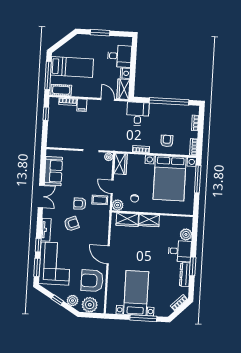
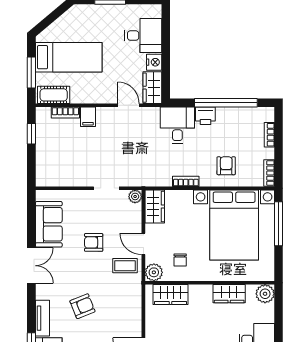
window: (48, 75) -> (31, 73), width x0.69
printer: (156, 109) -> (205, 116), added
armchair: (80, 204) -> (94, 242), moved
wardrobe: (149, 220) -> (229, 294), moved
plant: (186, 234) -> (265, 294), moved

